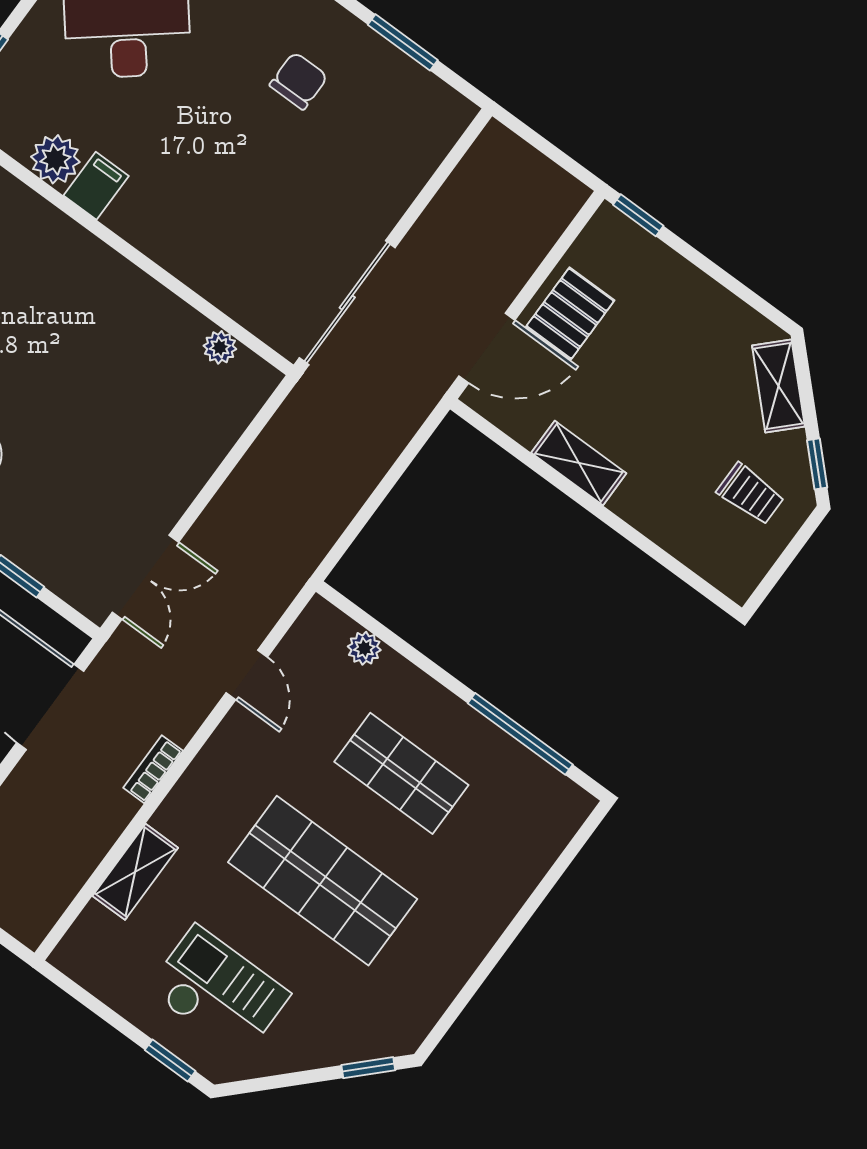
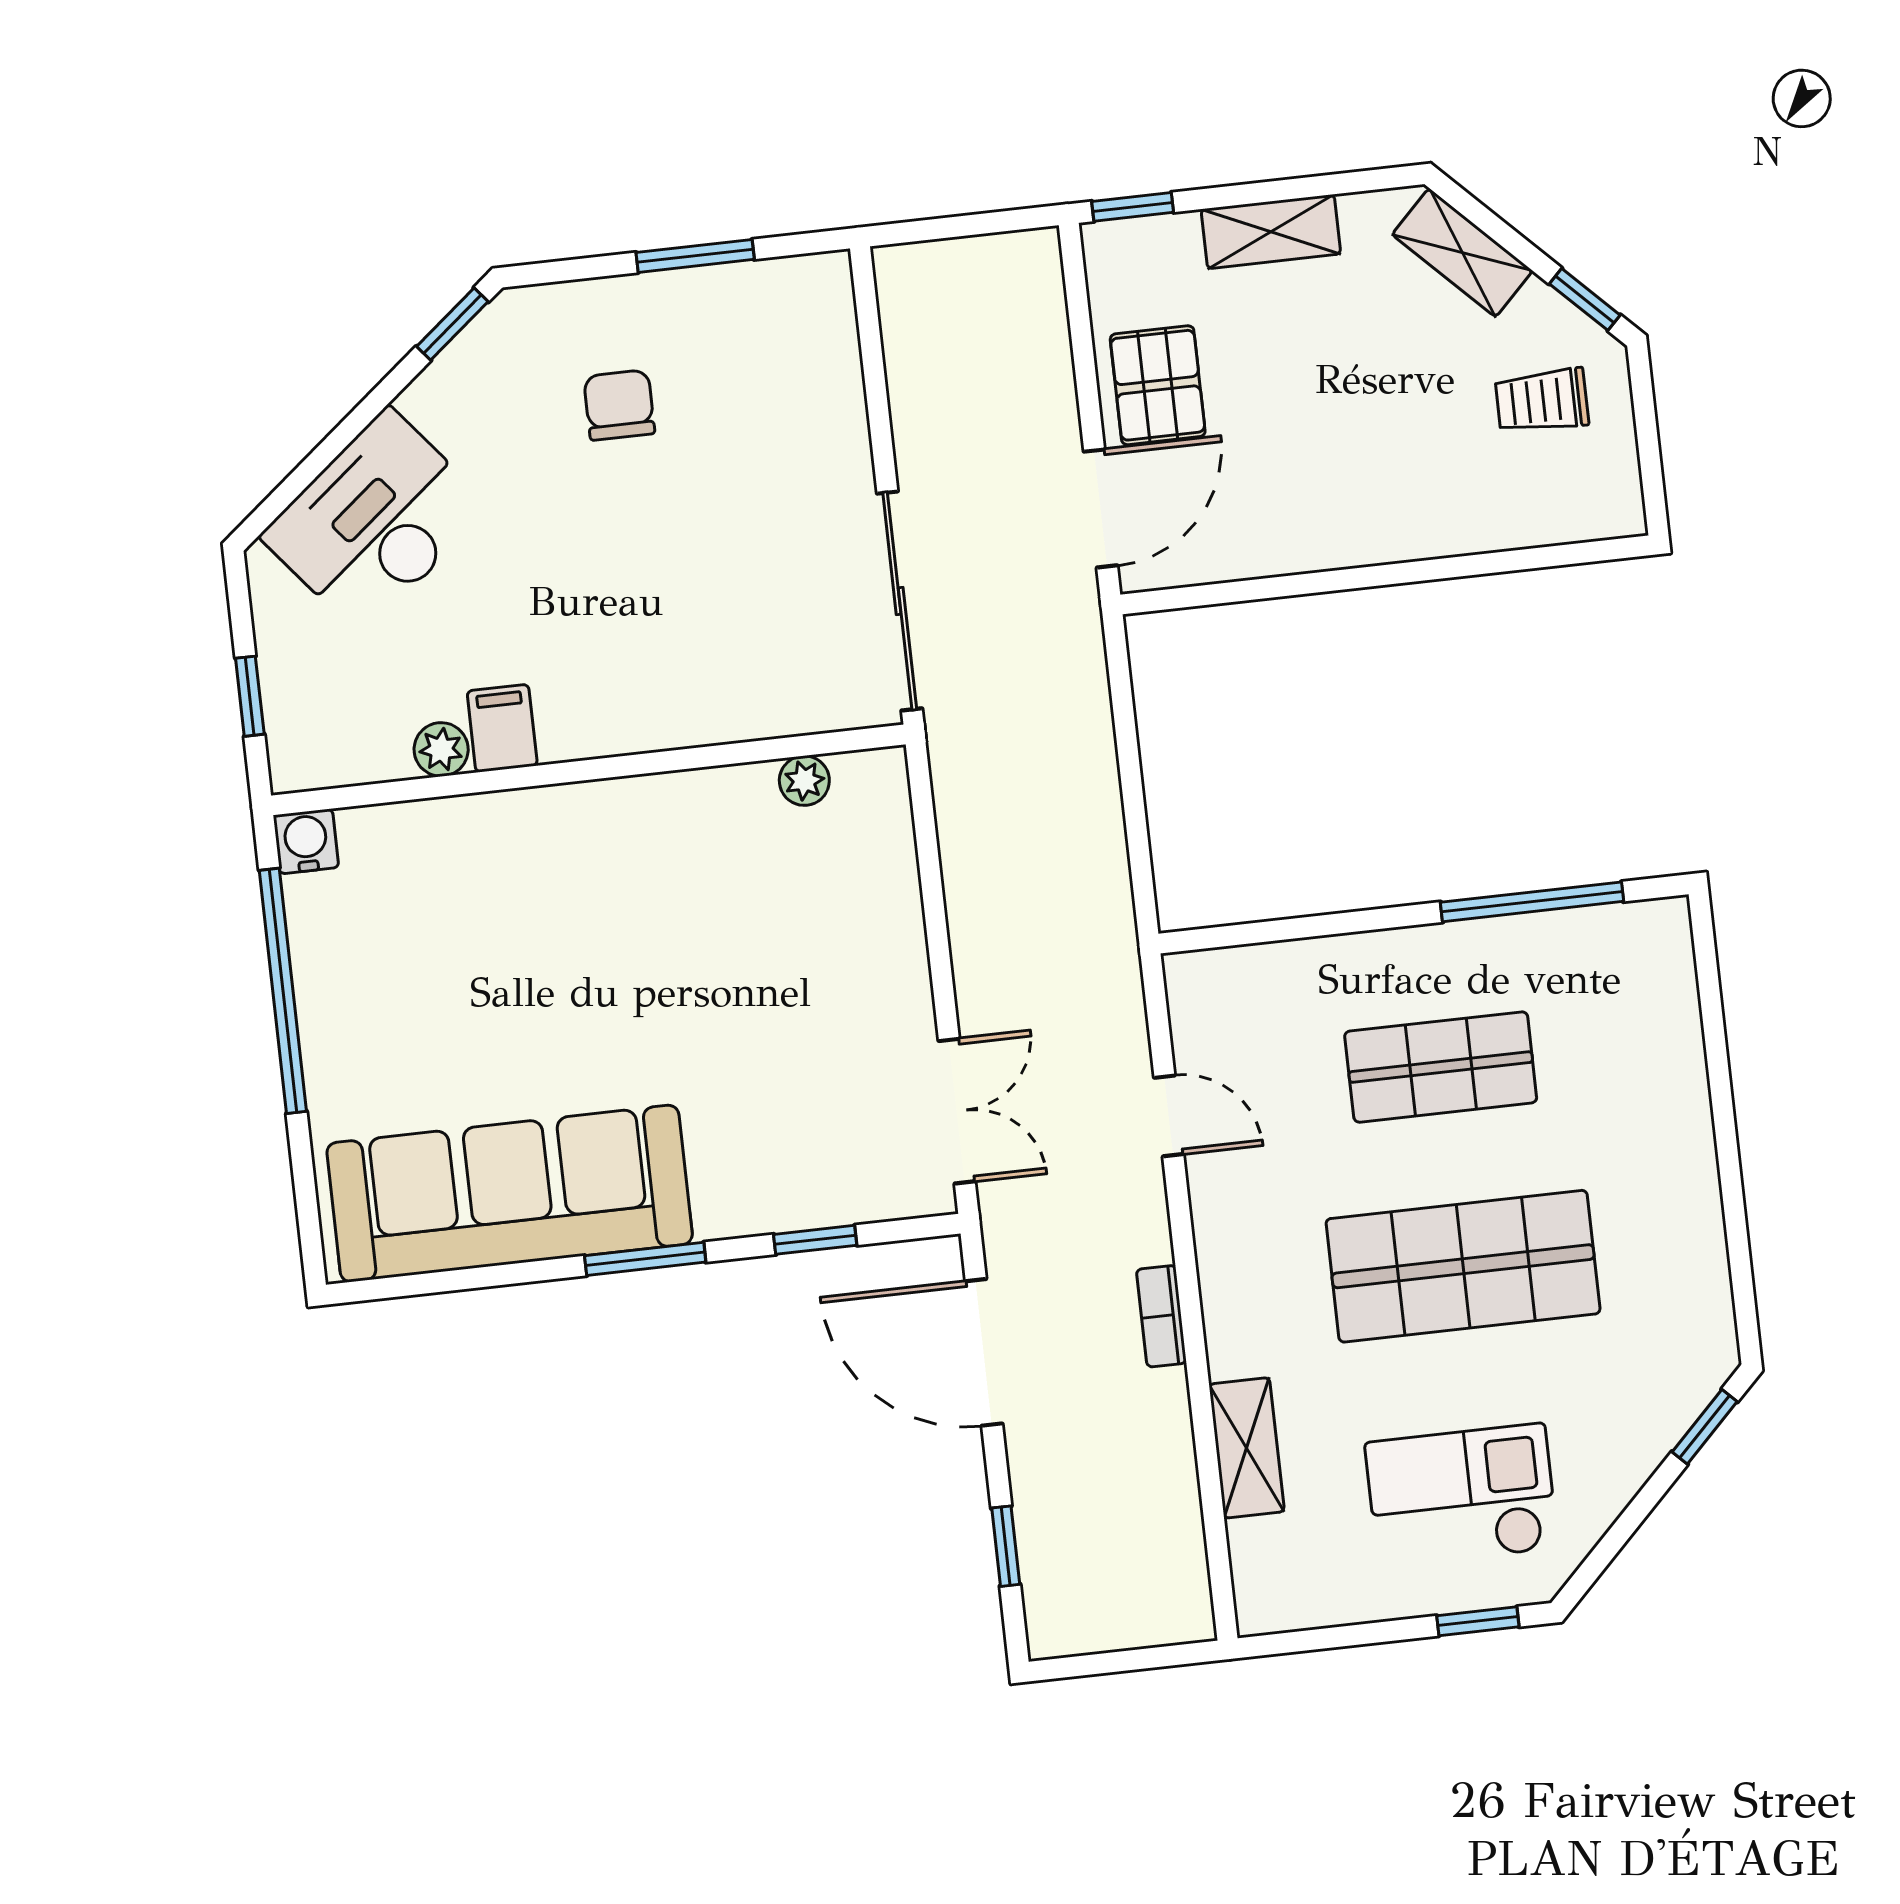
plant: (55, 159) -> (441, 749), width x0.73, depth x0.73
shelving: (579, 463) -> (1271, 232), moved
trolley: (751, 494) -> (1542, 401), turned 180
plant: (364, 648) -> (1272, 966), removed

